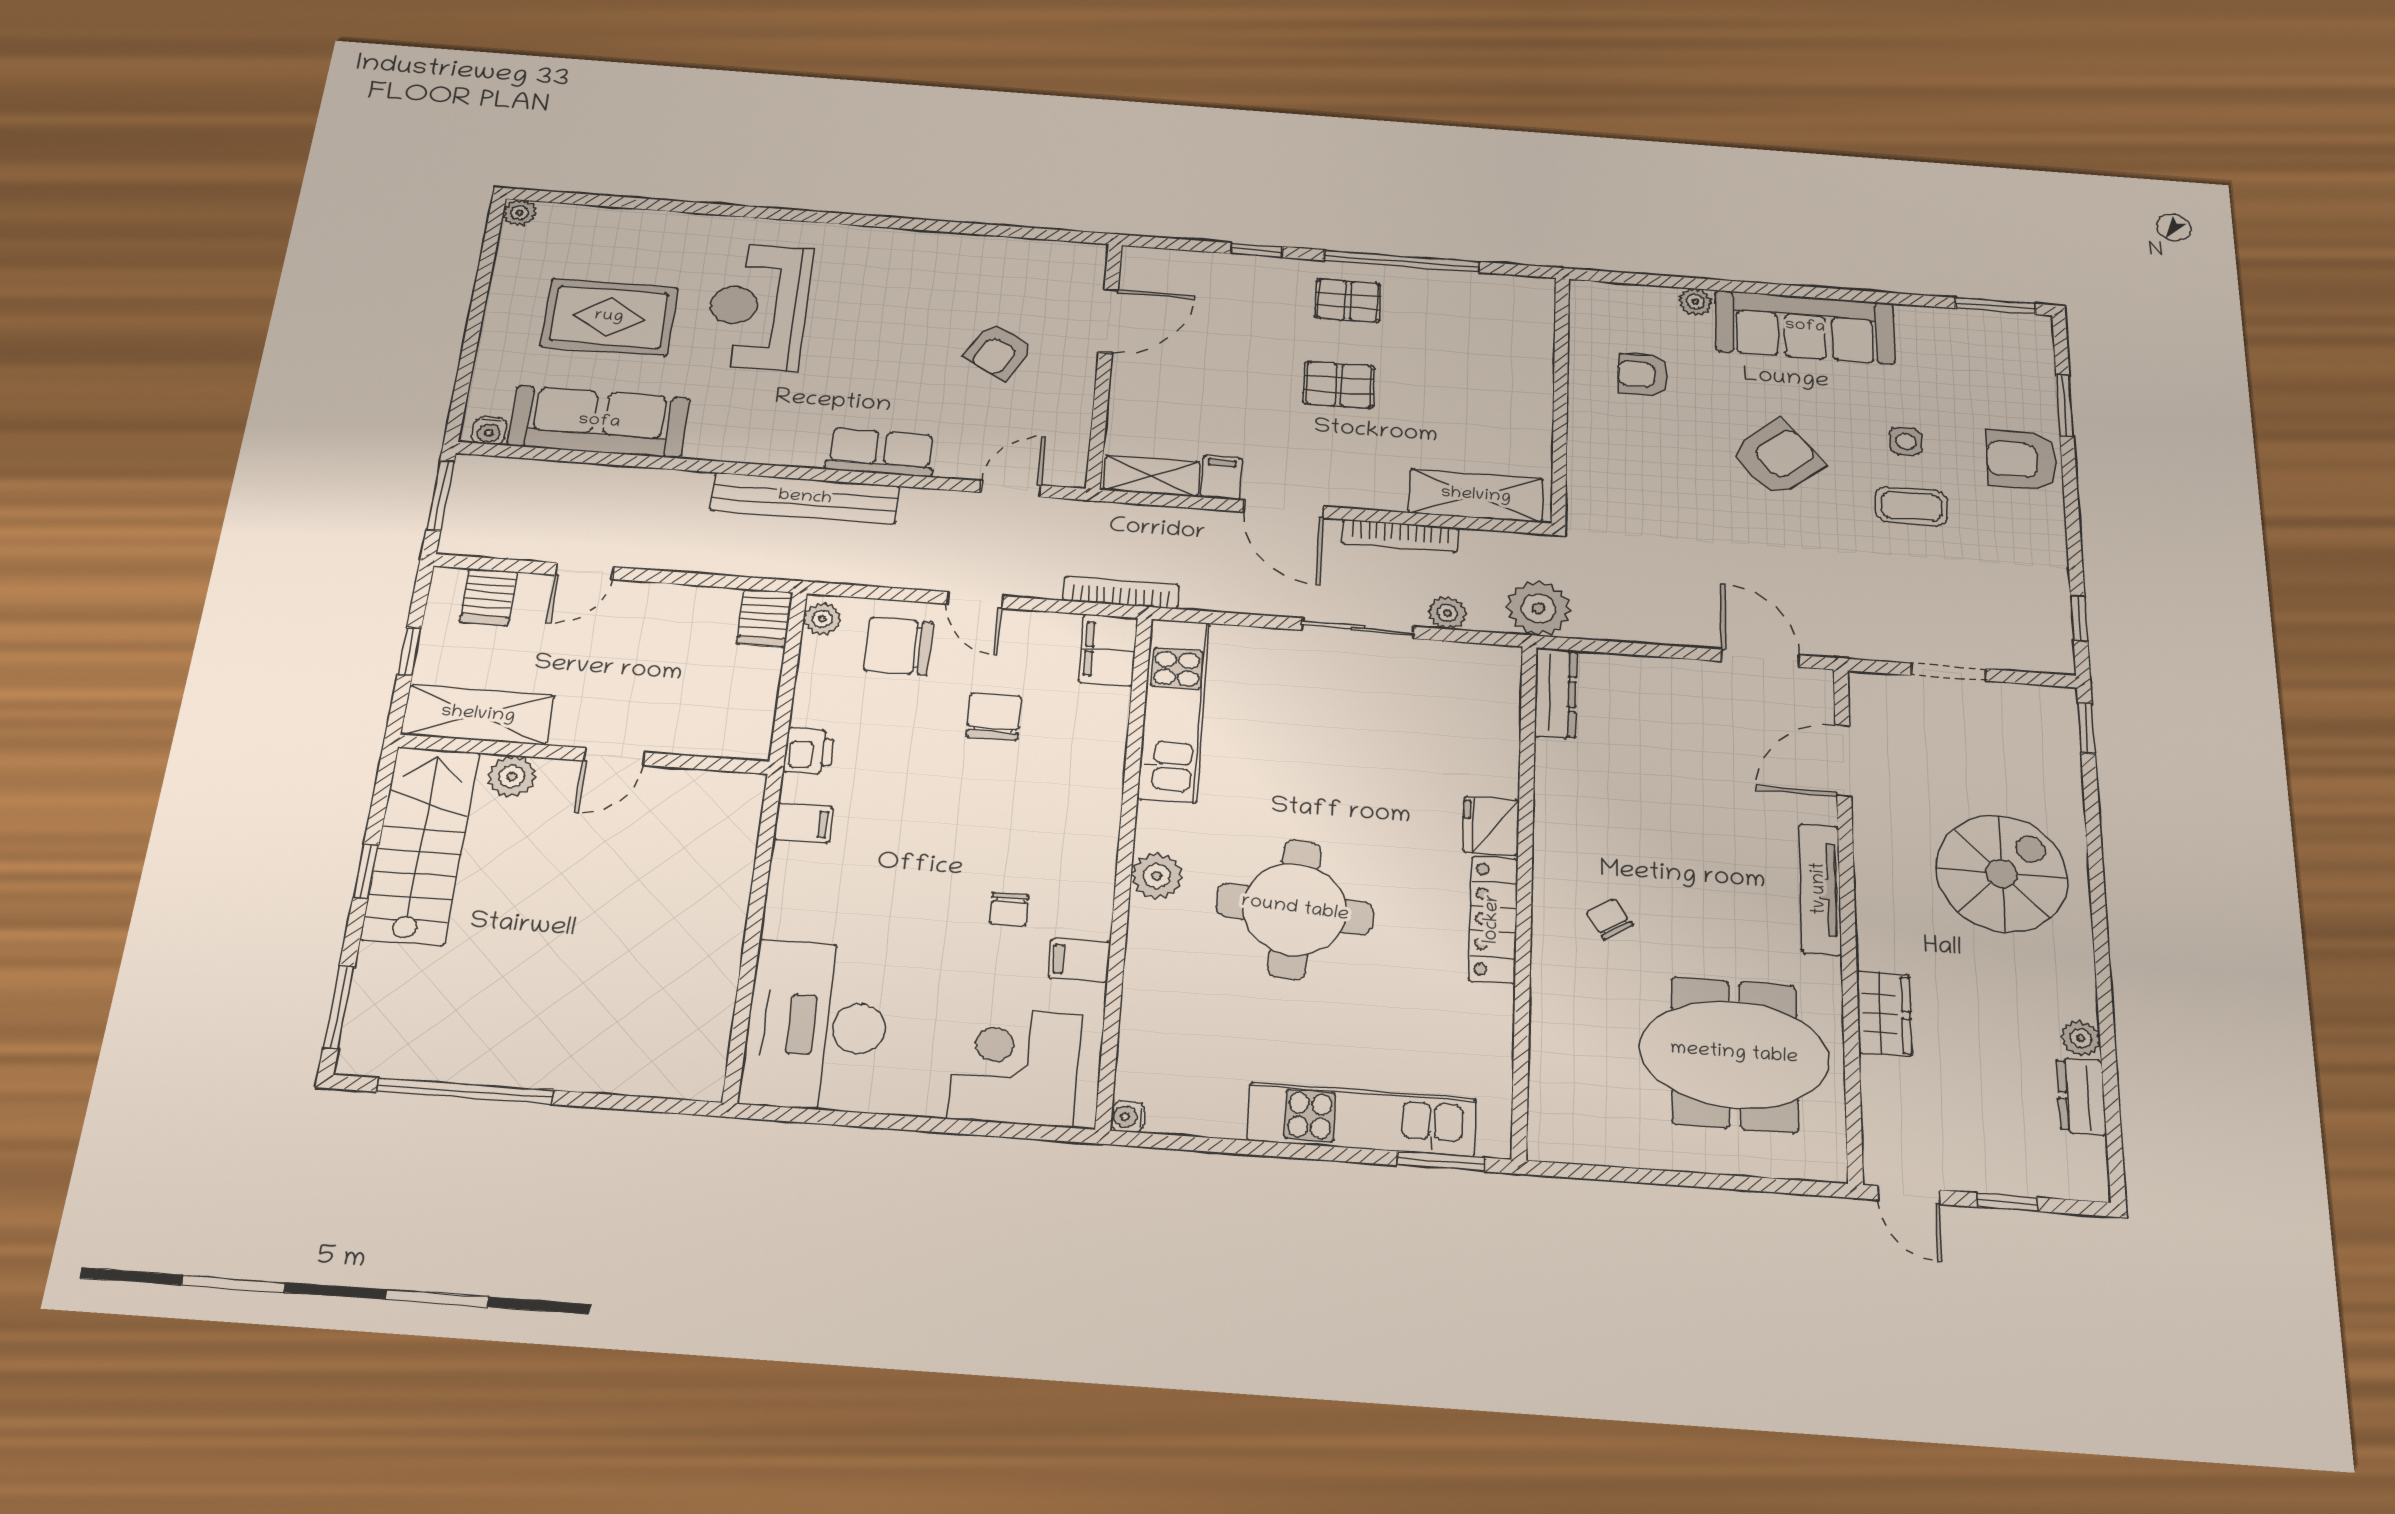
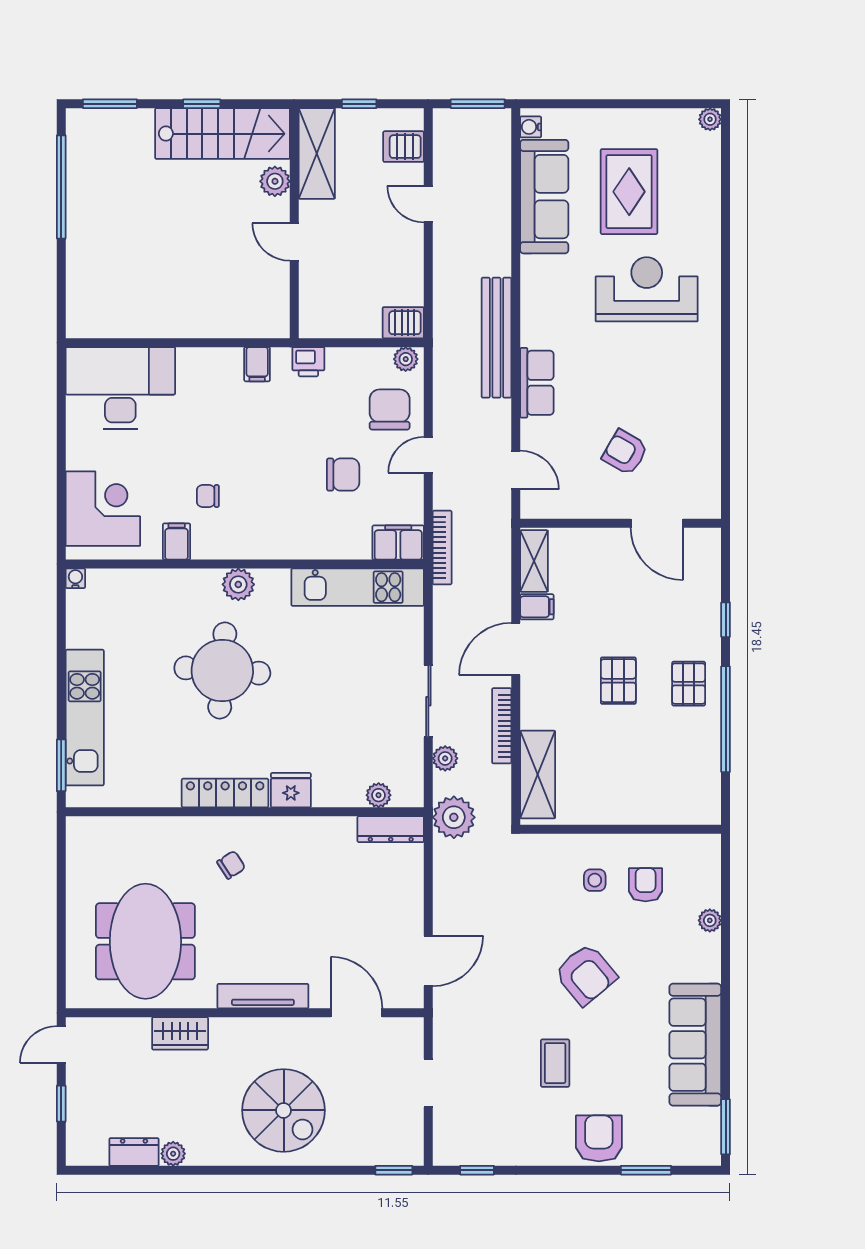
sofa: (1805, 327) -> (695, 1045), moved
side table: (1906, 441) -> (595, 880), moved
plant: (1502, 706) -> (379, 795), added

